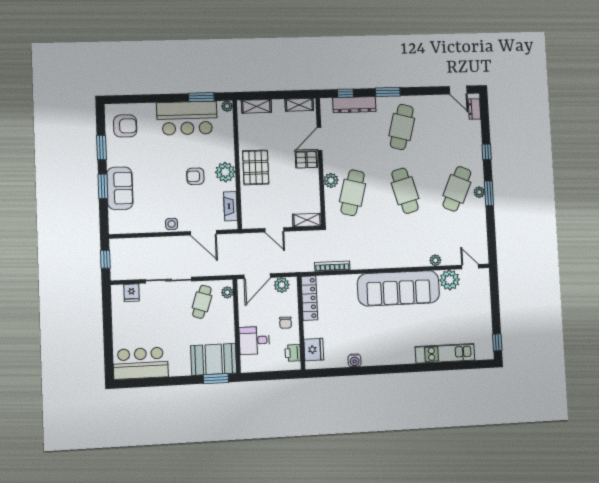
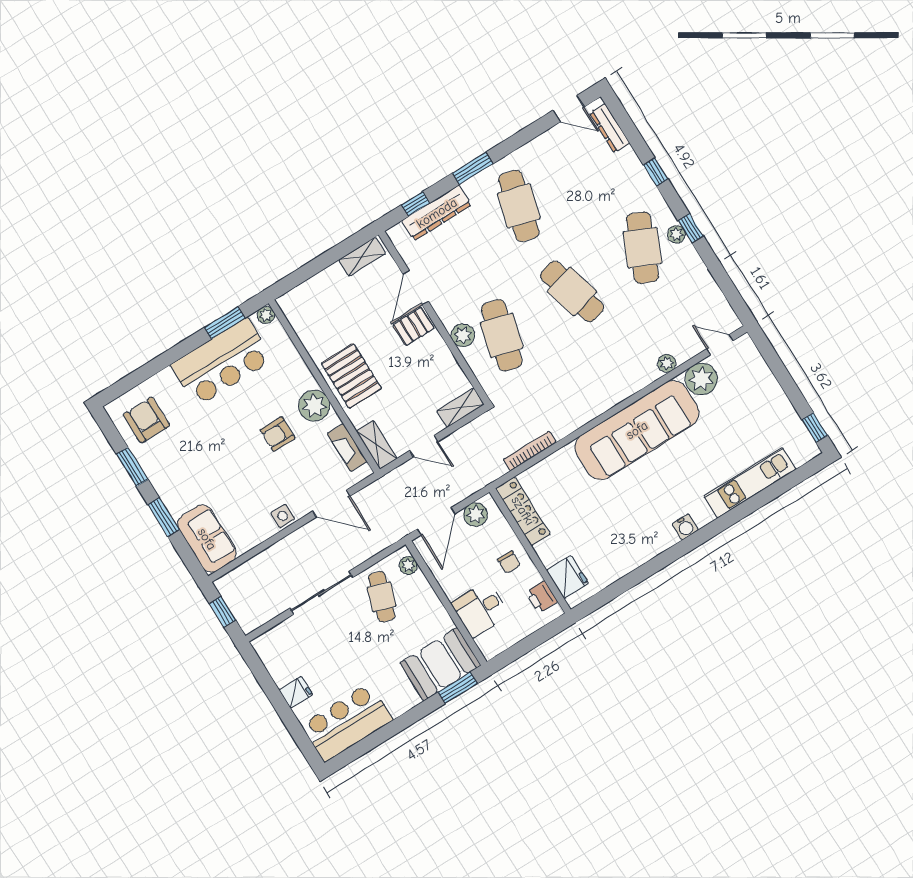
shelving: (256, 106) -> (377, 445), moved, turned 90
dresser: (474, 109) -> (610, 128), width x1.44
armchair: (125, 126) -> (146, 420), turned -90
sofa: (120, 188) -> (207, 539), moved
window: (489, 193) -> (691, 228), width x0.67
fridge: (131, 293) -> (296, 692), moved, turned -90
water cooler: (355, 360) -> (685, 527), moved

